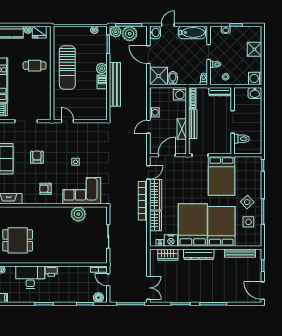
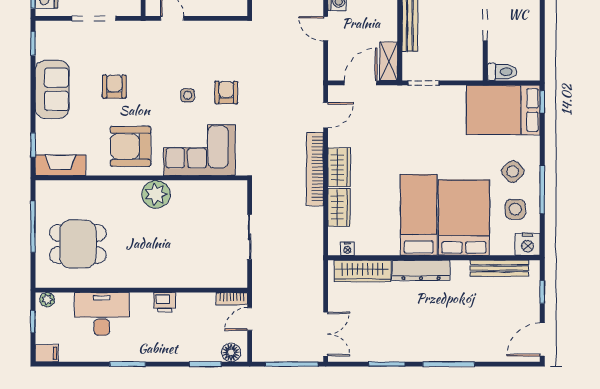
door: (148, 127) -> (326, 29), hinge flipped
shelving: (182, 129) -> (389, 61), moved
toilet: (242, 139) -> (502, 72), moved
armchair: (96, 160) -> (226, 93), added
bed: (221, 176) -> (503, 110), moved, turned 90
armchair: (45, 189) -> (131, 146), width x1.88, depth x1.88
wardrobe: (156, 195) -> (339, 167), width x0.67
plant: (78, 214) -> (156, 194), moved
bed: (193, 225) -> (419, 215), width x0.67
nightstand: (171, 240) -> (528, 244), moved
wardrobe: (168, 255) -> (362, 271), width x1.50
printer: (51, 271) -> (165, 302), moved
door: (108, 280) -> (250, 319), hinge flipped
door: (263, 291) -> (542, 339), hinge flipped

